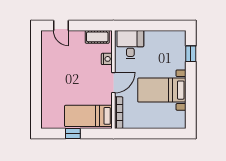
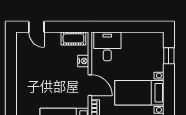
door: (113, 83) -> (90, 85), hinge flipped

